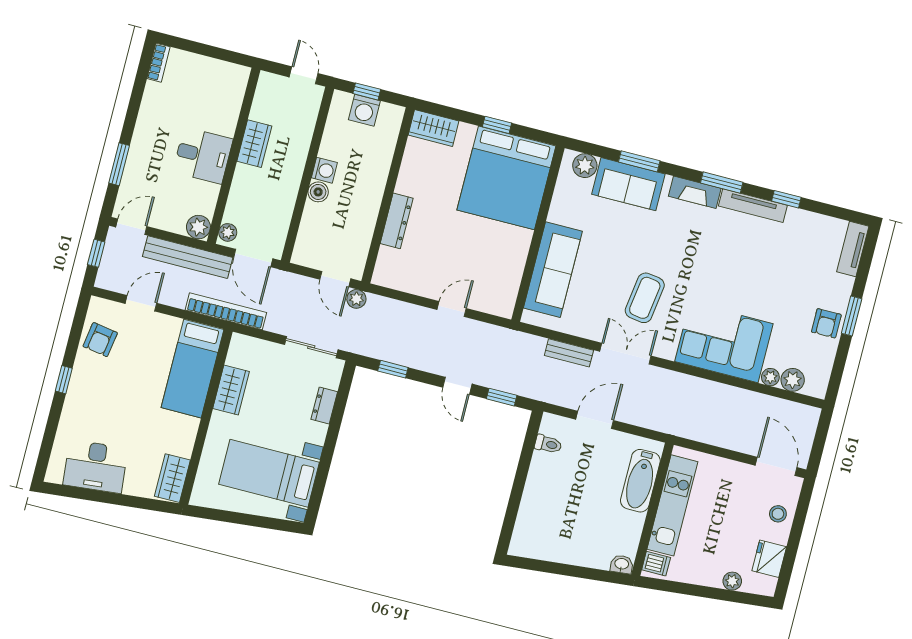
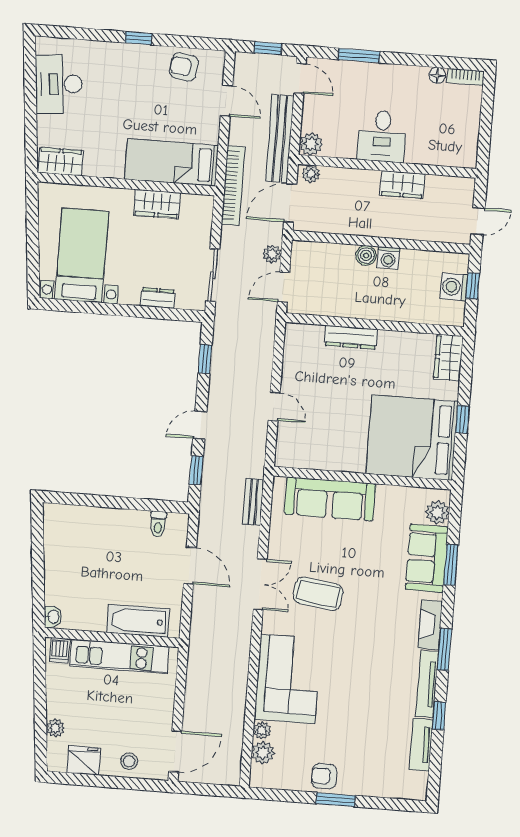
floor lamp: (152, 90) -> (437, 75), added
tv unit: (853, 249) -> (421, 745), moved, turned -90
plant: (356, 299) -> (272, 254), moved
bench: (569, 353) -> (253, 502), moved

